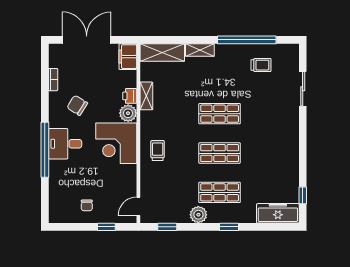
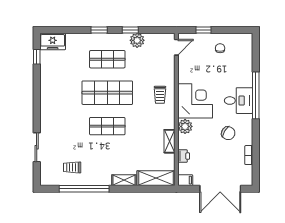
filing cabinet: (128, 57) -> (185, 180), width x0.50
printer: (130, 96) -> (184, 156), moved
shop shelf: (220, 153) -> (107, 93), width x1.43, depth x1.36
freezer: (278, 213) -> (53, 41), width x0.71
plant: (198, 215) -> (137, 40), moved
window: (167, 227) -> (130, 30), moved

